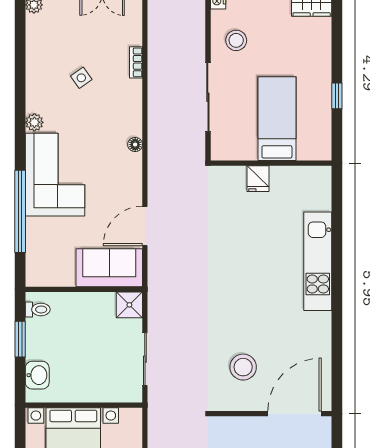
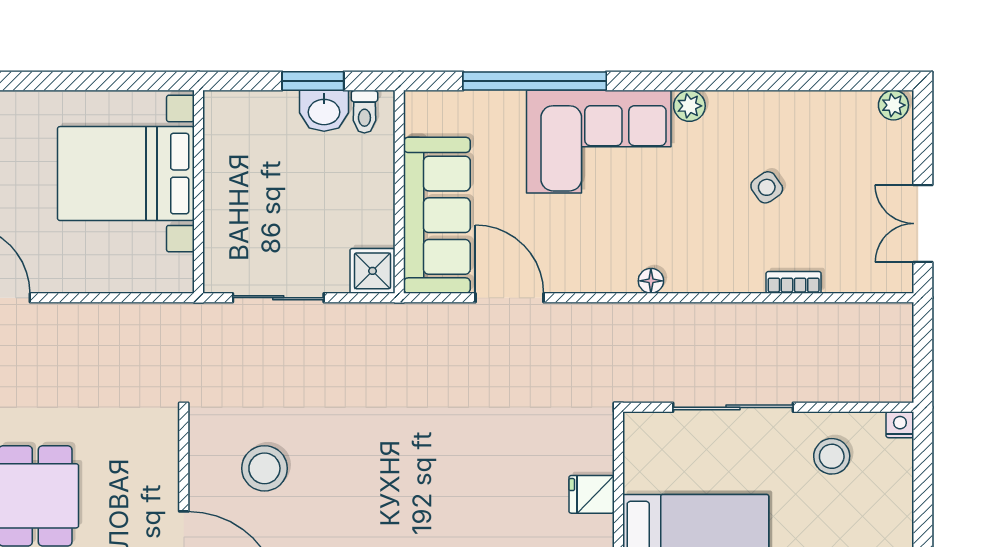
sofa: (109, 268) -> (437, 215), width x1.36
washbasin: (37, 375) -> (324, 111), moved

